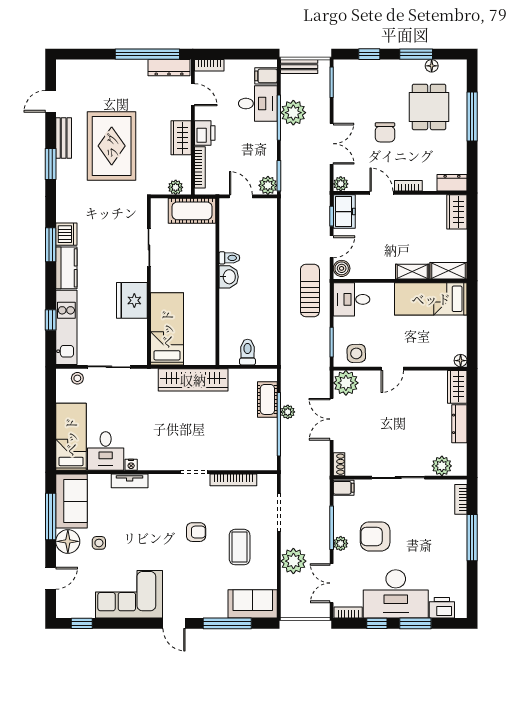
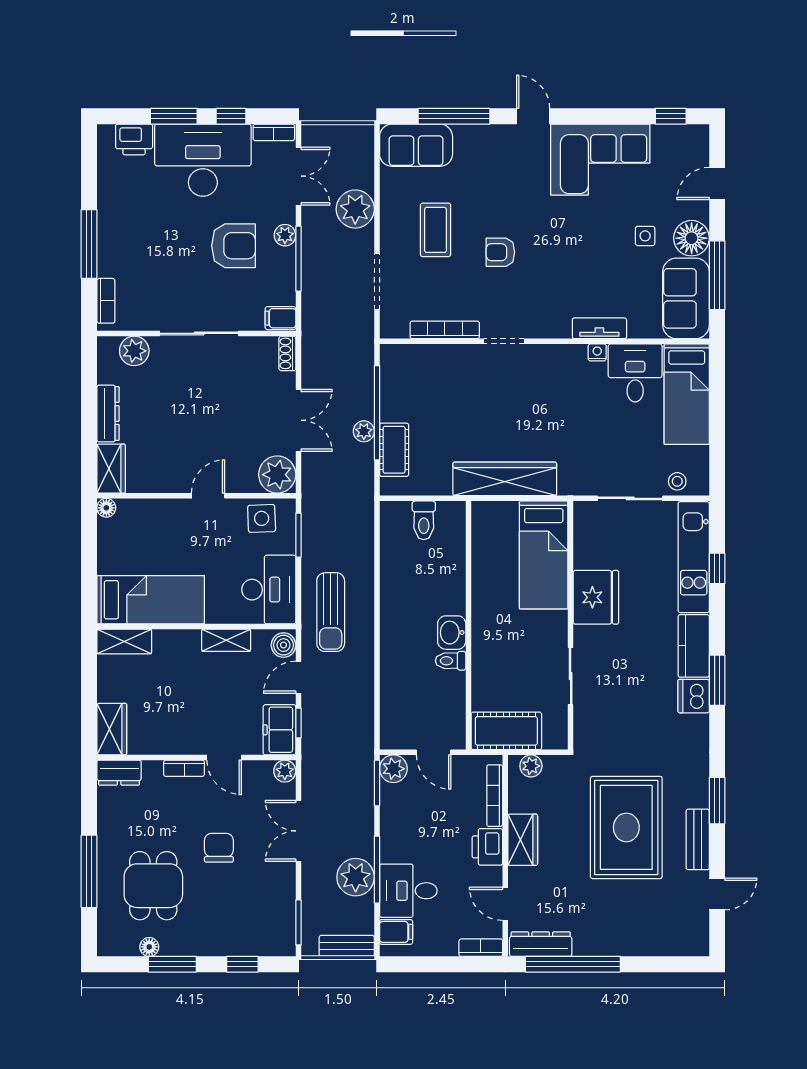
shelving: (412, 272) -> (226, 640), moved
desk: (351, 299) -> (269, 590), width x1.37

